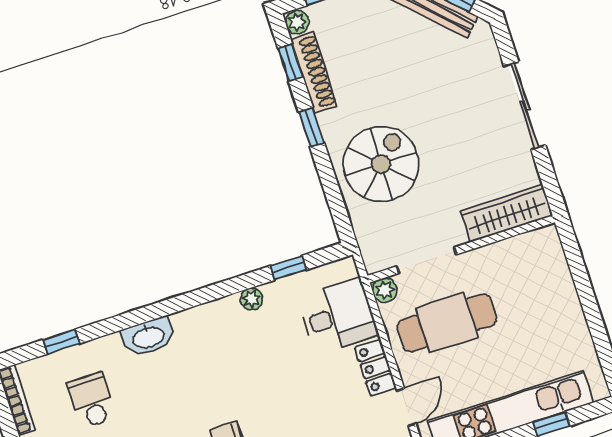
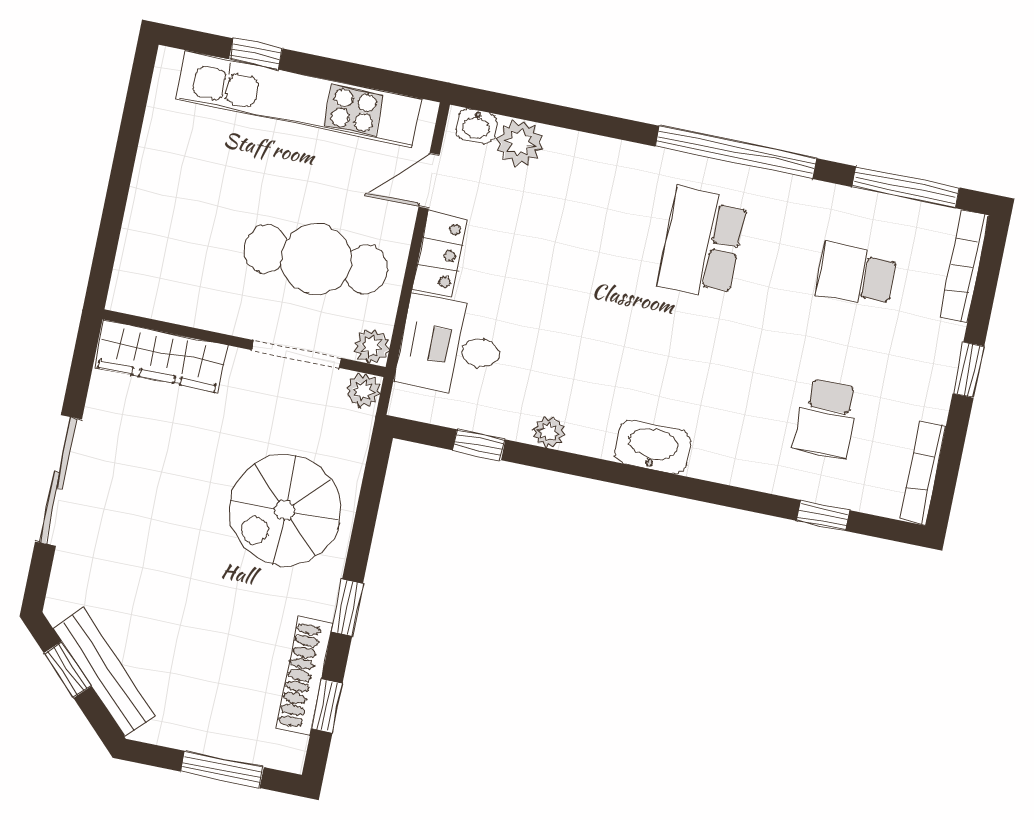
plant: (297, 22) -> (363, 391), moved
washbasin: (148, 337) -> (653, 447), moved

